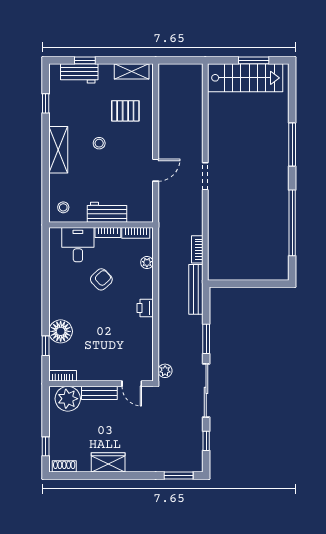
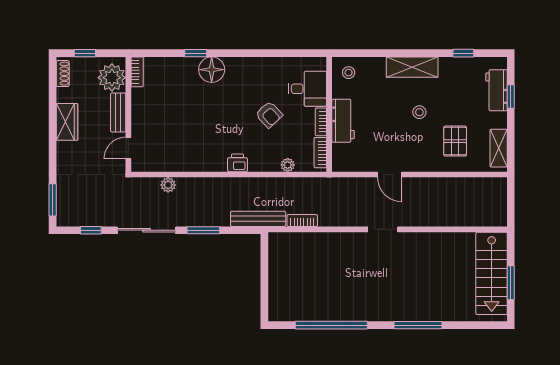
bookcase: (63, 376) -> (137, 72), moved
wall: (101, 384) -> (128, 114), moved
door: (132, 384) -> (128, 148), moved
bench: (99, 393) -> (118, 112), moved
plant: (68, 399) -> (112, 78), moved

